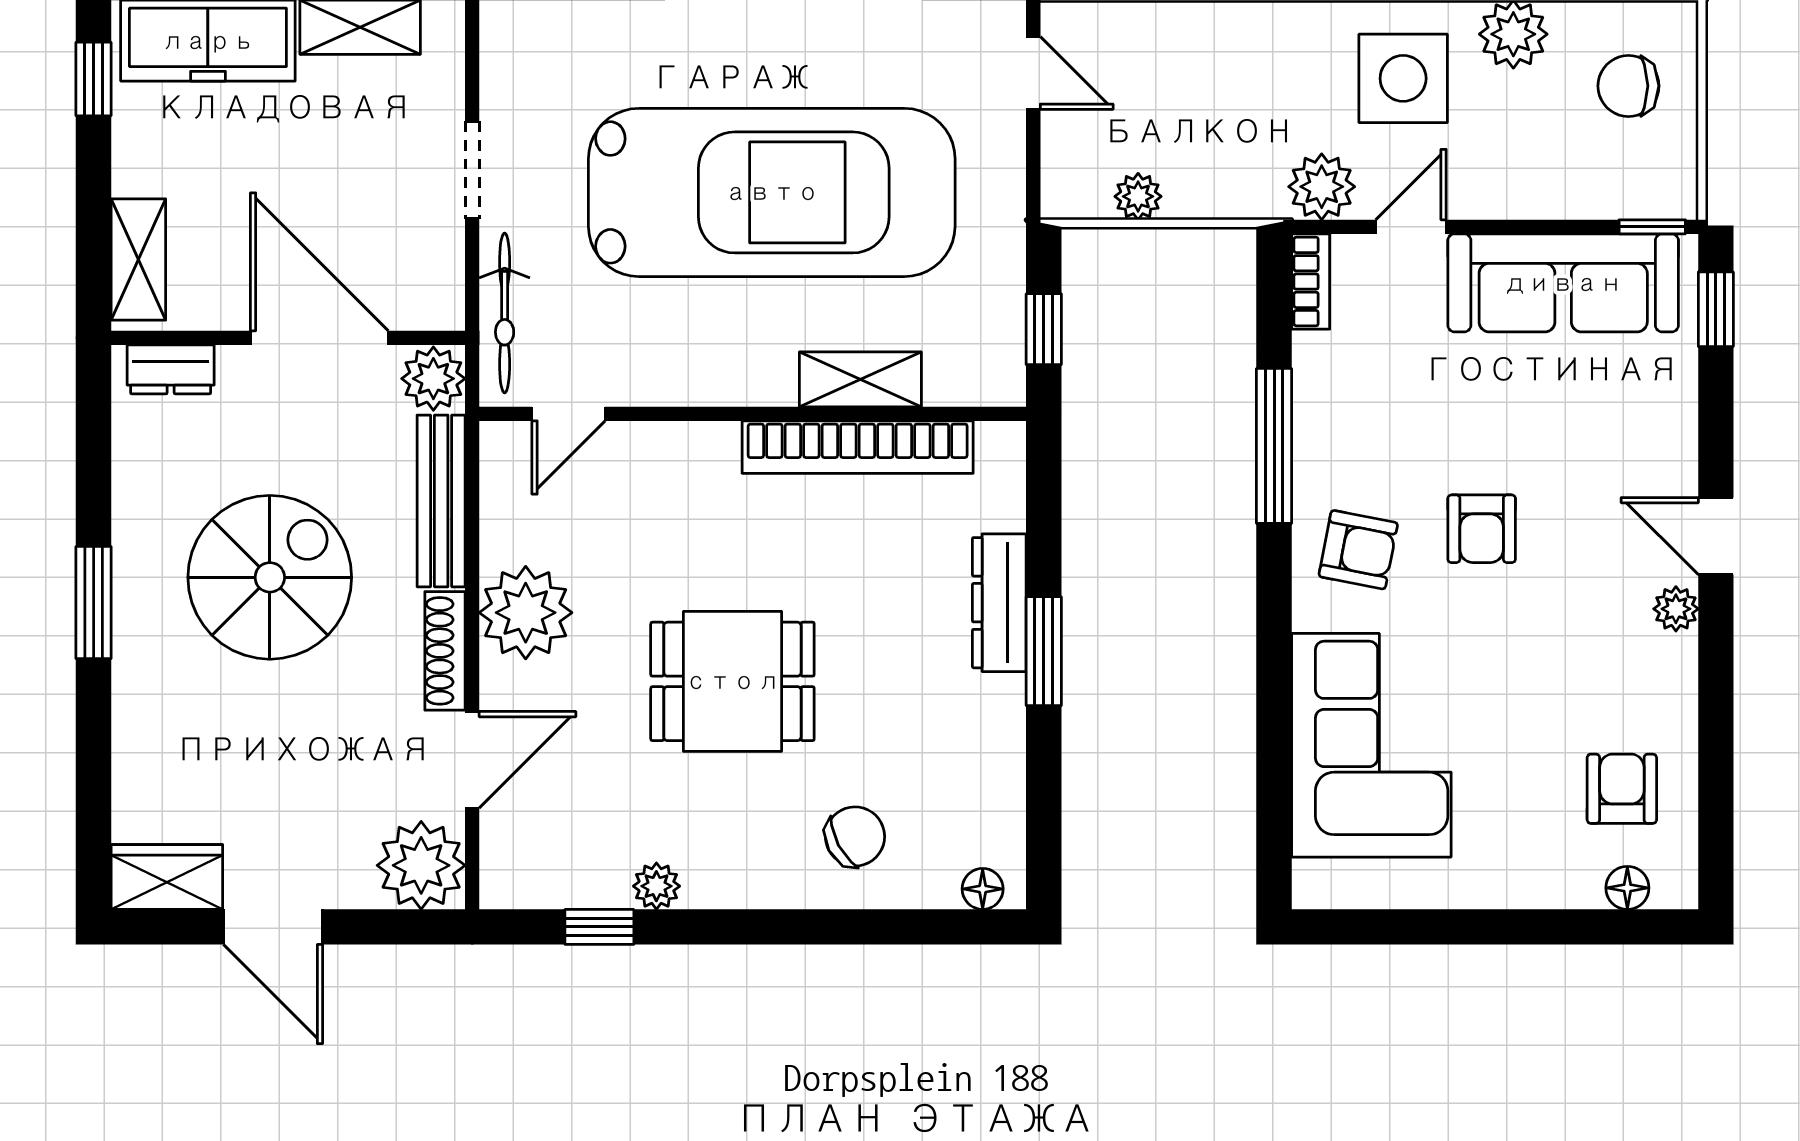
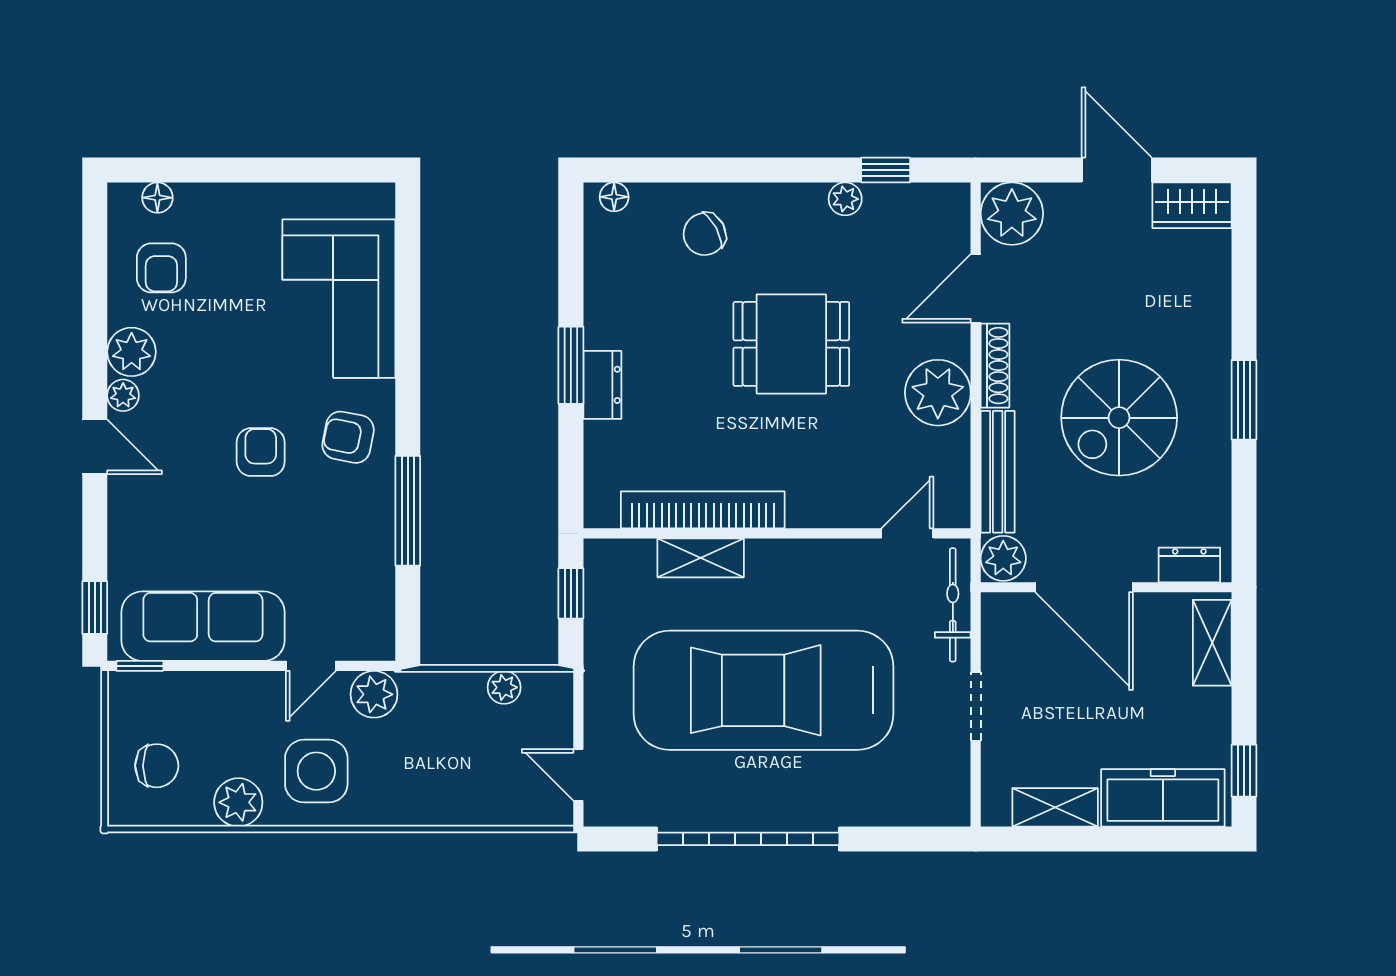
bookcase: (1311, 282) -> (382, 627), removed
dresser: (999, 603) -> (602, 385), width x0.70
plant: (1664, 670) -> (132, 352), added

